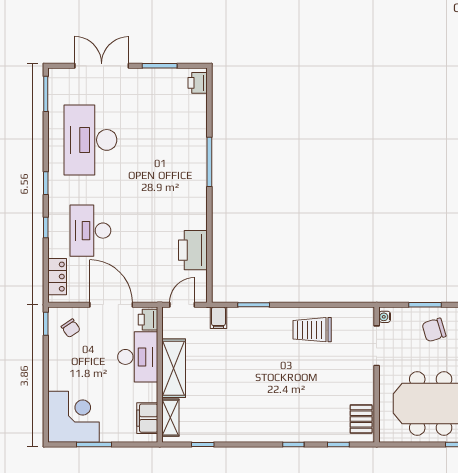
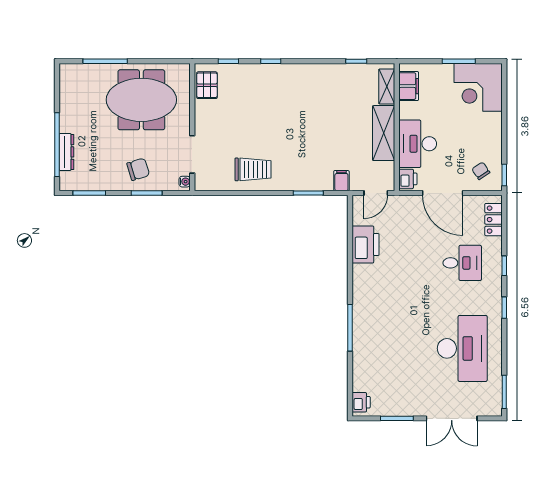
desk: (90, 231) -> (462, 263), width x0.73

